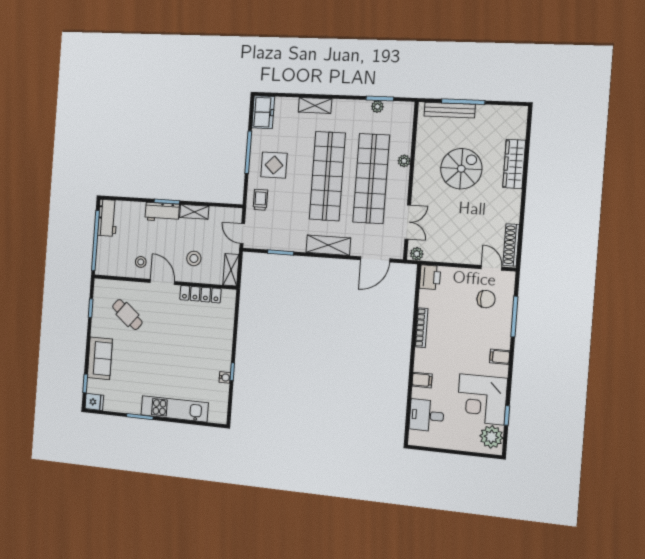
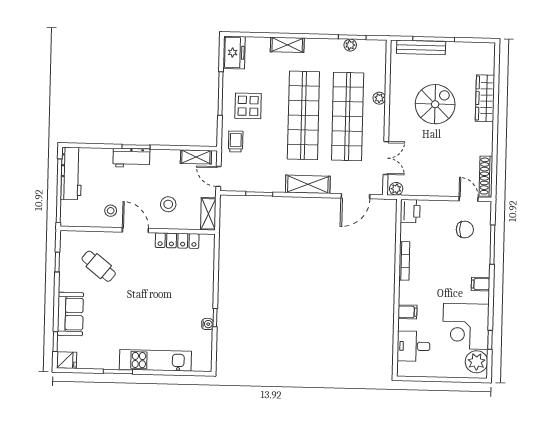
shelving: (194, 212) -> (196, 157), moved
workbench: (108, 218) -> (71, 173), width x1.38

